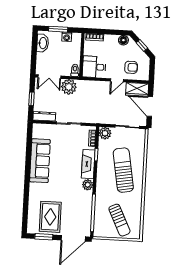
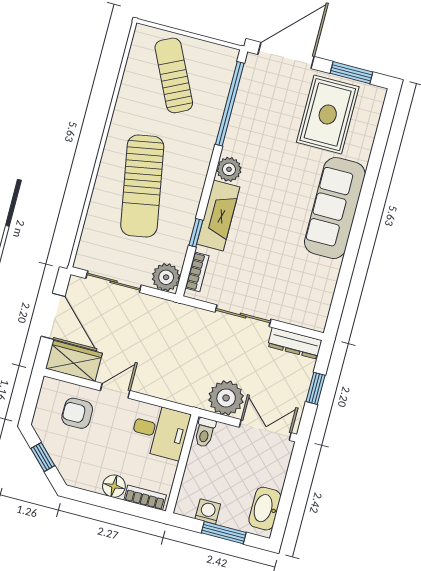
floor lamp: (123, 40) -> (114, 486), moved
sofa: (40, 161) -> (335, 208), moved

